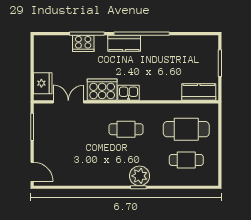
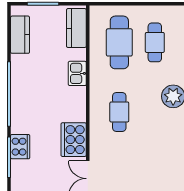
cooker: (83, 43) -> (20, 147), moved
kitchen counter: (124, 43) -> (20, 35), moved
kitchen sink: (129, 93) -> (77, 73), moved

